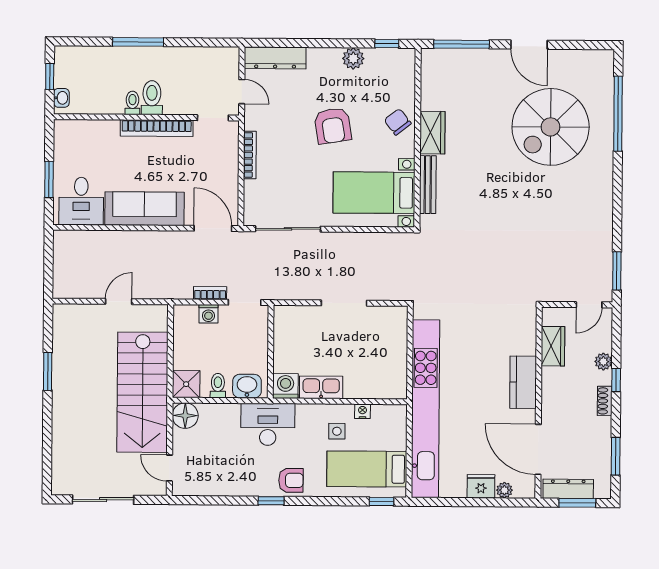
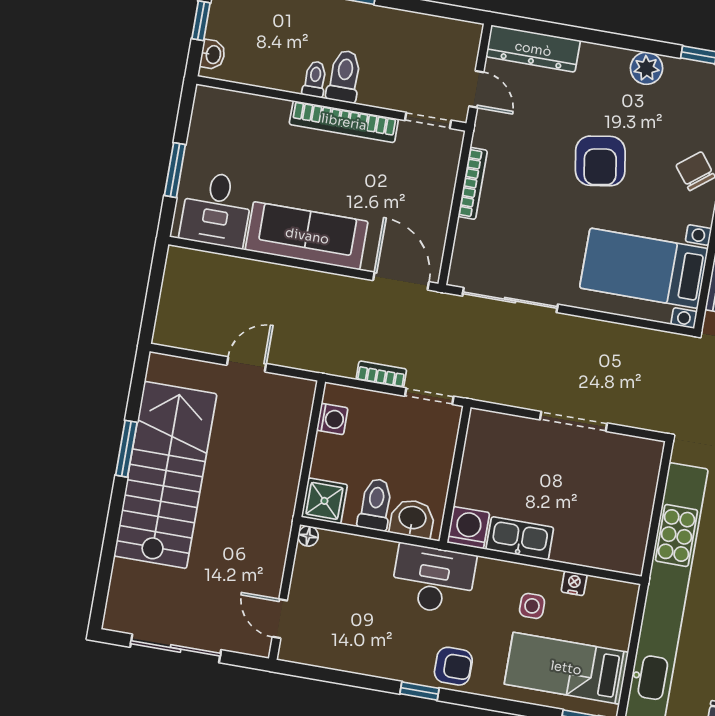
washing machine: (208, 314) -> (332, 419), moved, turned -90
toilet: (218, 386) -> (375, 505), width x1.37, depth x1.39
stairs: (142, 392) -> (165, 475), moved, turned 180
floor lamp: (185, 416) -> (308, 536), width x0.53, depth x0.53

